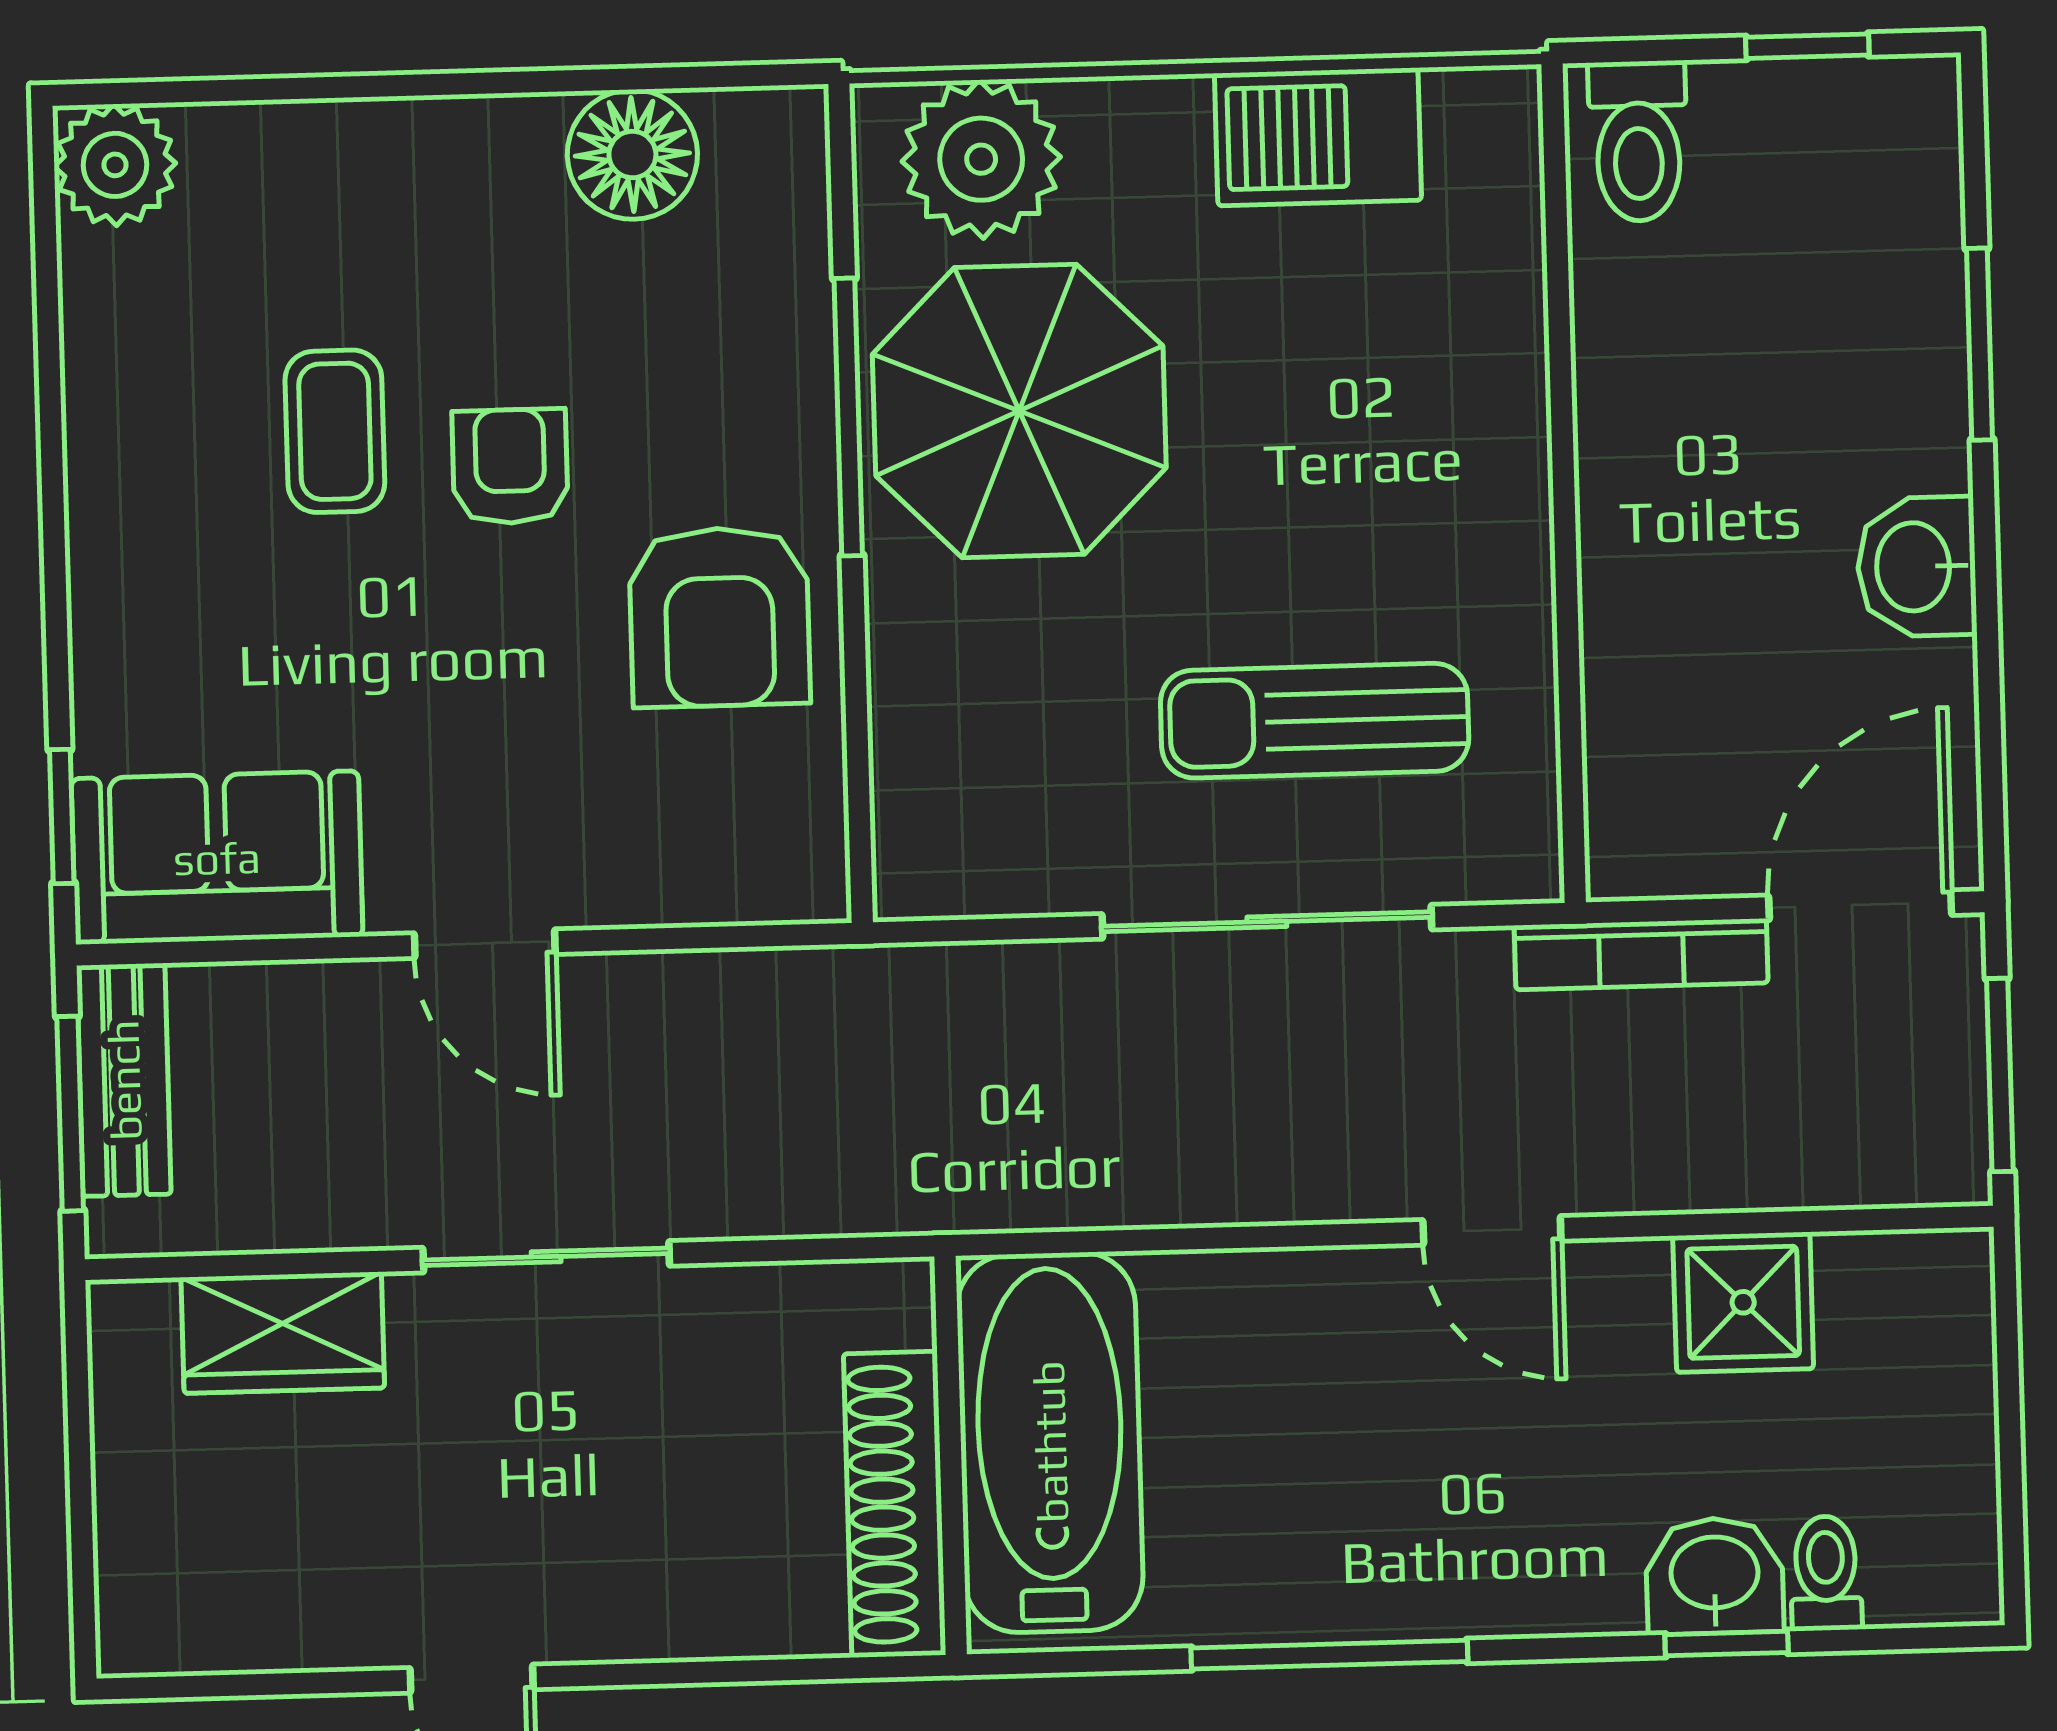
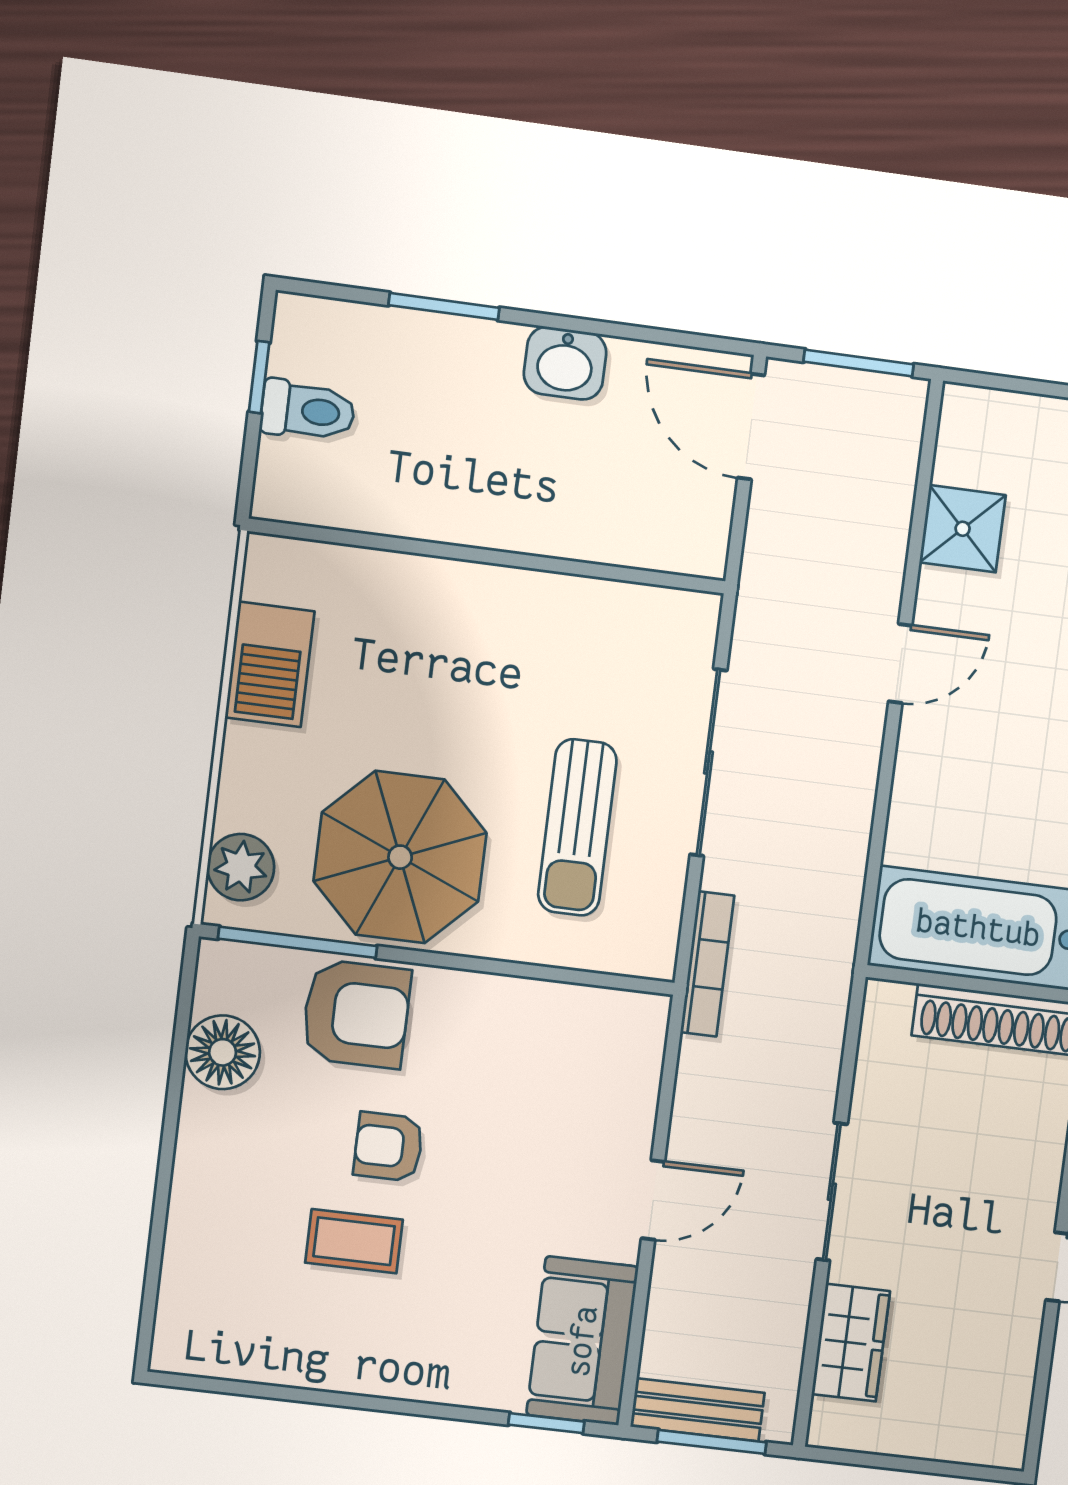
toilet: (1638, 141) -> (308, 411), moved
plant: (981, 159) -> (241, 867), width x0.73, depth x0.73
plant: (115, 165) -> (186, 1342), removed
window: (848, 417) -> (298, 942), moved
armchair: (720, 617) -> (356, 1014), moved
sun lounger: (1315, 721) -> (577, 827), moved
bookcase: (1641, 954) -> (707, 964), moved

